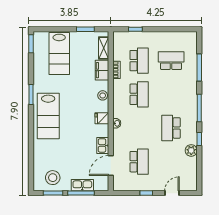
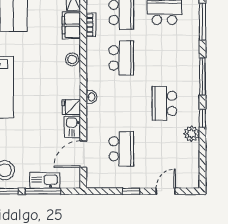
fridge: (102, 118) -> (71, 107), moved

